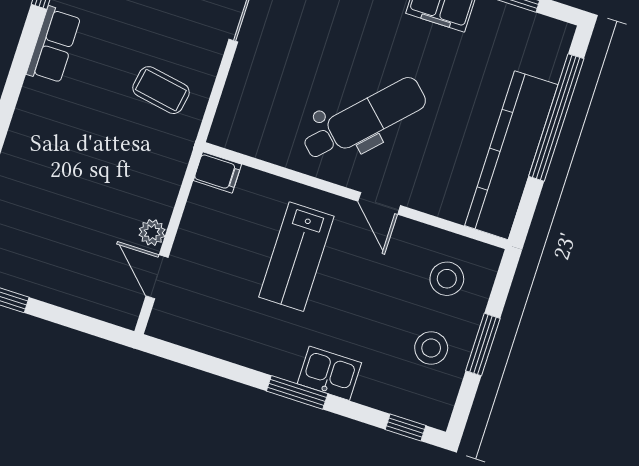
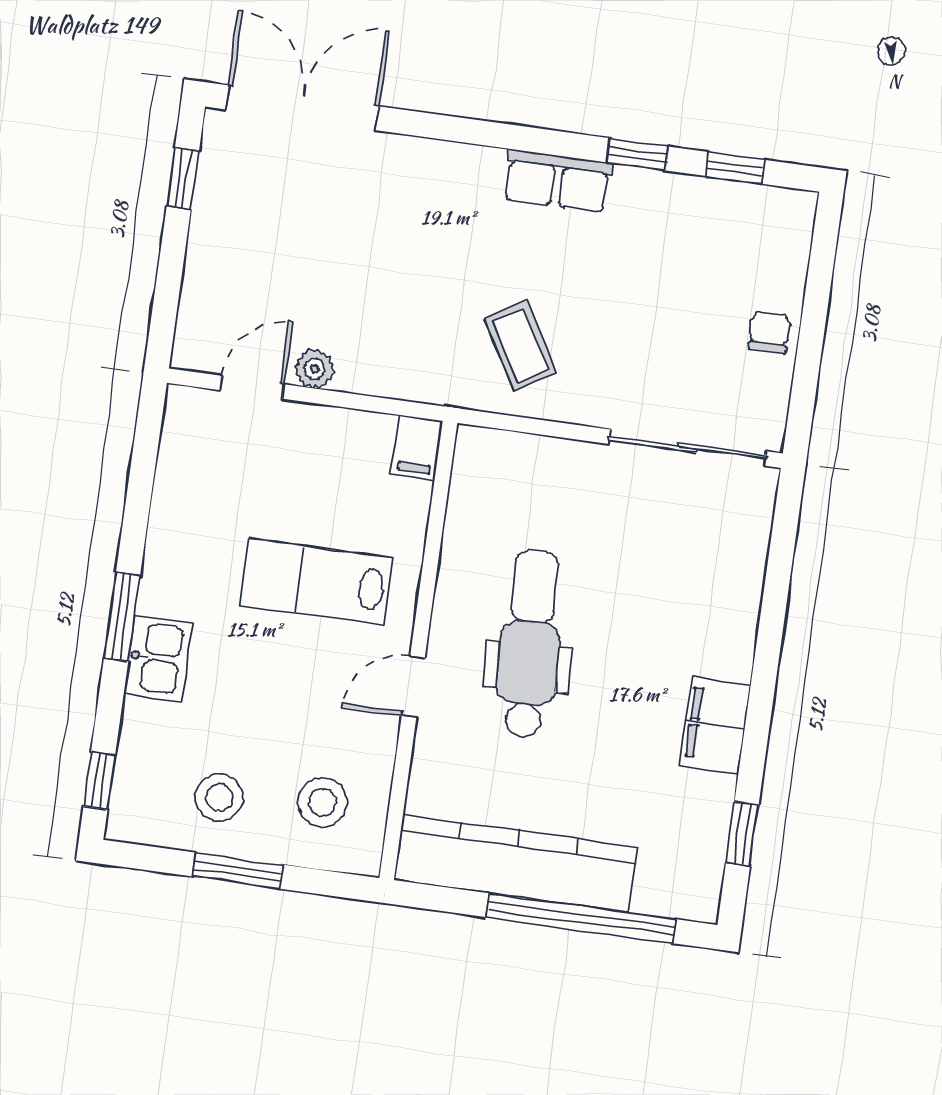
coffee table: (161, 90) -> (520, 346), turned -40
dental chair: (364, 119) -> (530, 644), turned -137

